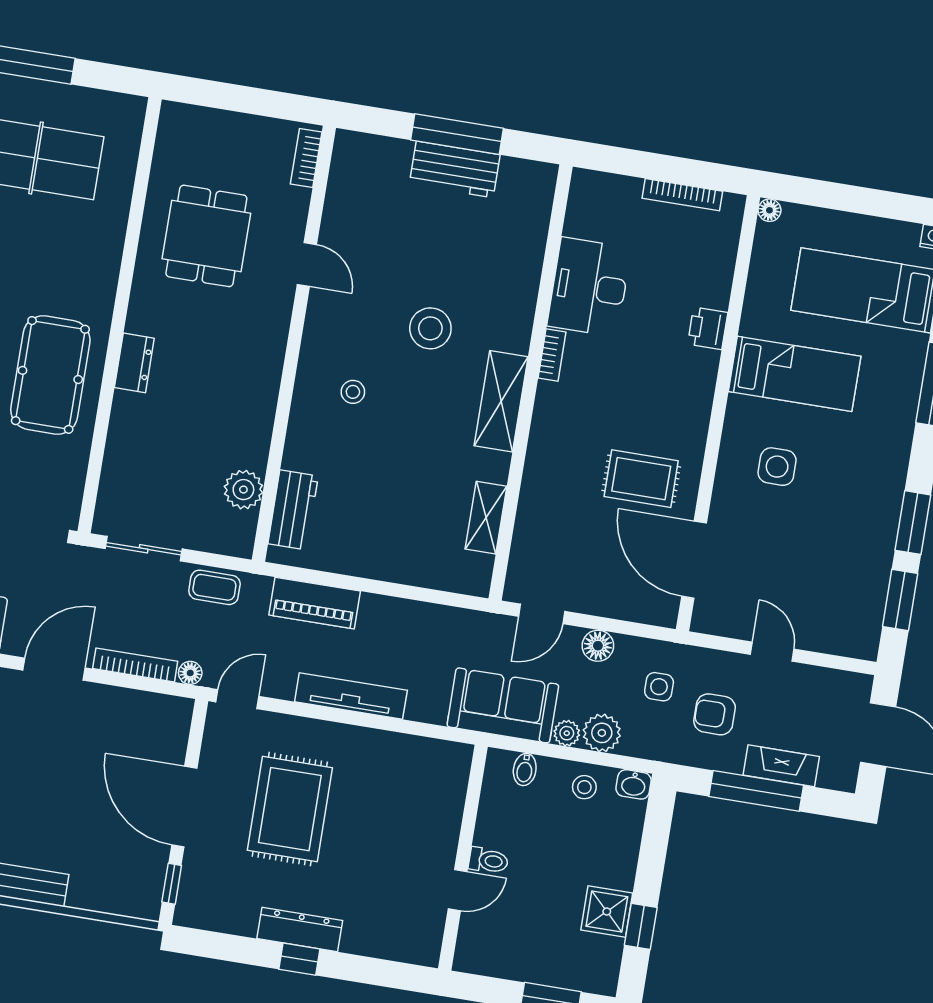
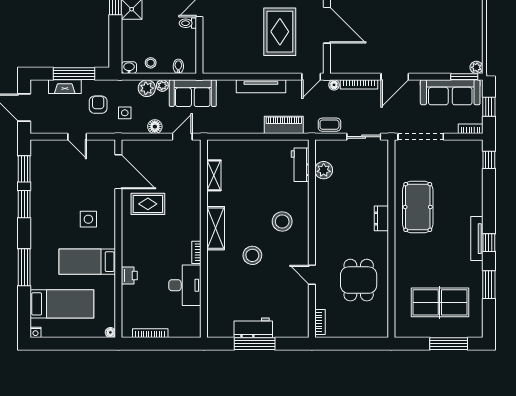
stool: (353, 392) -> (282, 221), width x1.89, depth x1.89
armchair: (715, 714) -> (98, 105), turned -90

